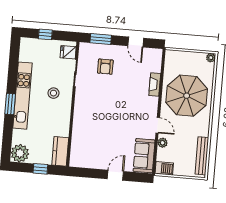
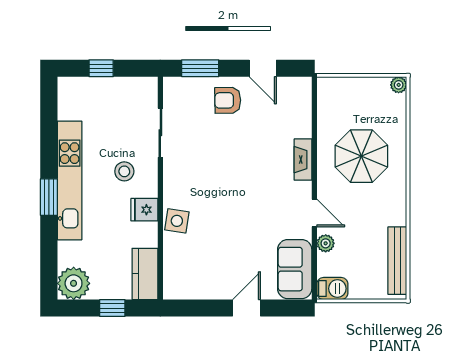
fridge: (68, 52) -> (144, 210), moved
armchair: (105, 67) -> (228, 100), moved, turned 89
fireplace: (155, 85) -> (303, 160), moved
parasol: (187, 96) -> (361, 156), width x0.73, depth x0.73
side table: (81, 123) -> (177, 221), added

